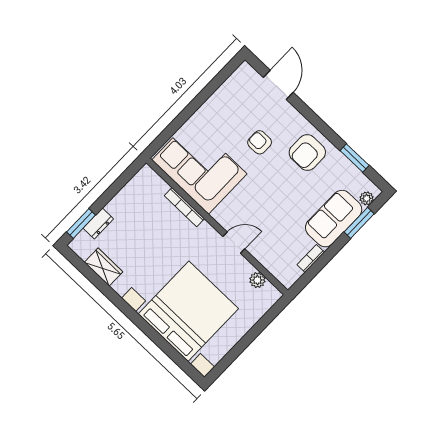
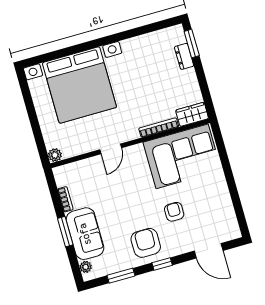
window: (319, 124) -> (162, 264), added
armchair: (260, 142) -> (174, 212), turned -90
window: (359, 223) -> (65, 232), moved
wardrobe: (104, 267) -> (192, 114), moved, turned 180
plant: (257, 280) -> (55, 155), moved

